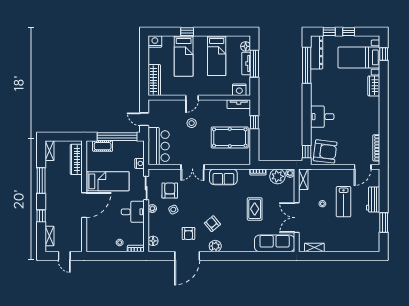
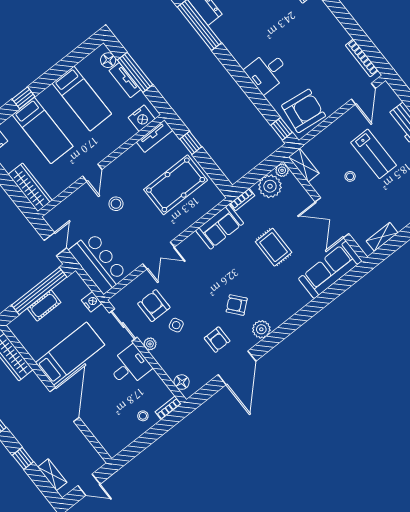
door: (144, 119) -> (55, 244), swing flipped
cot: (103, 146) -> (44, 305), moved
sofa: (223, 177) -> (220, 227), moved

